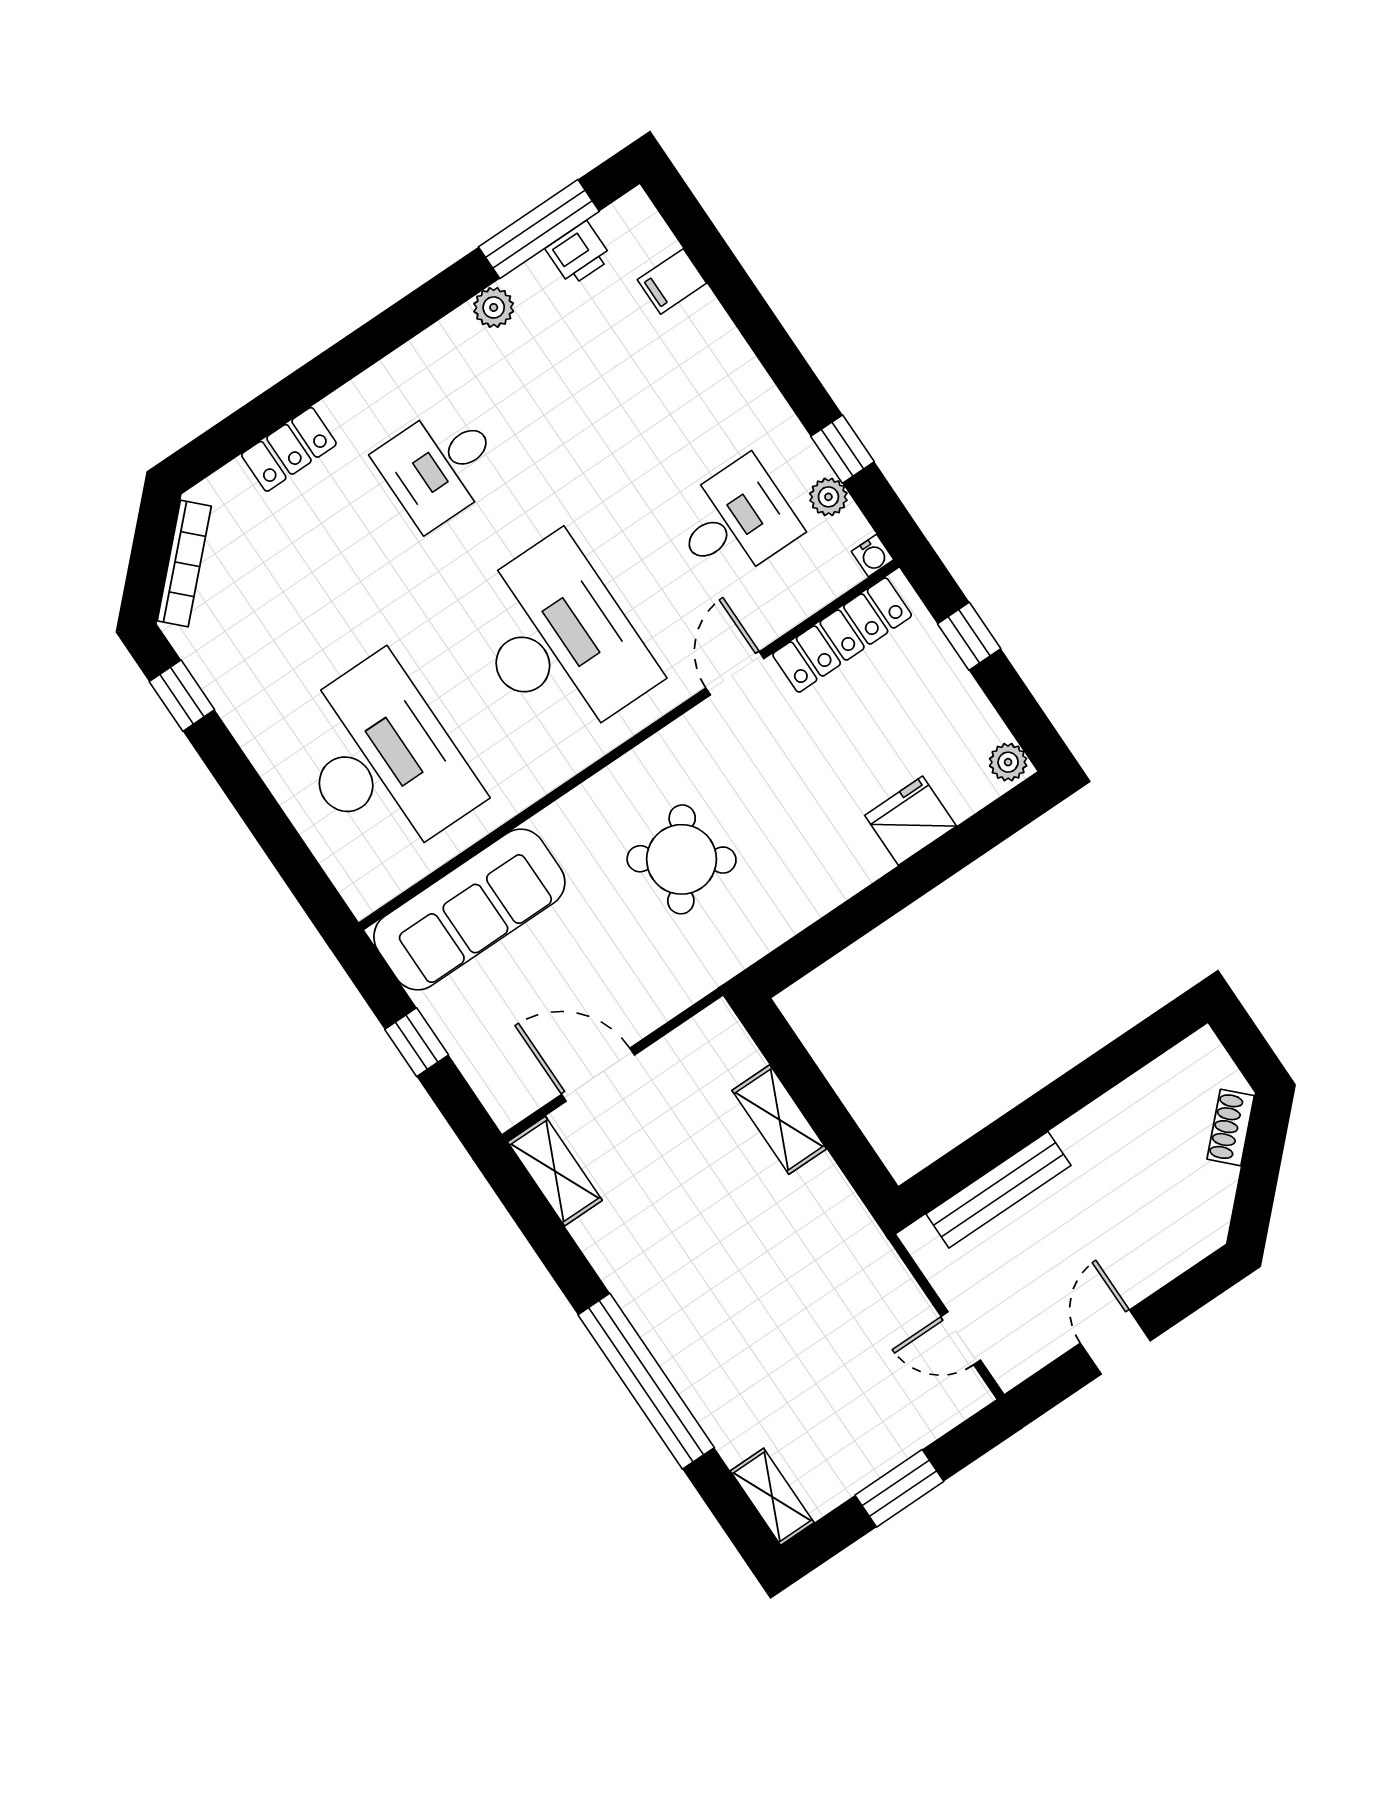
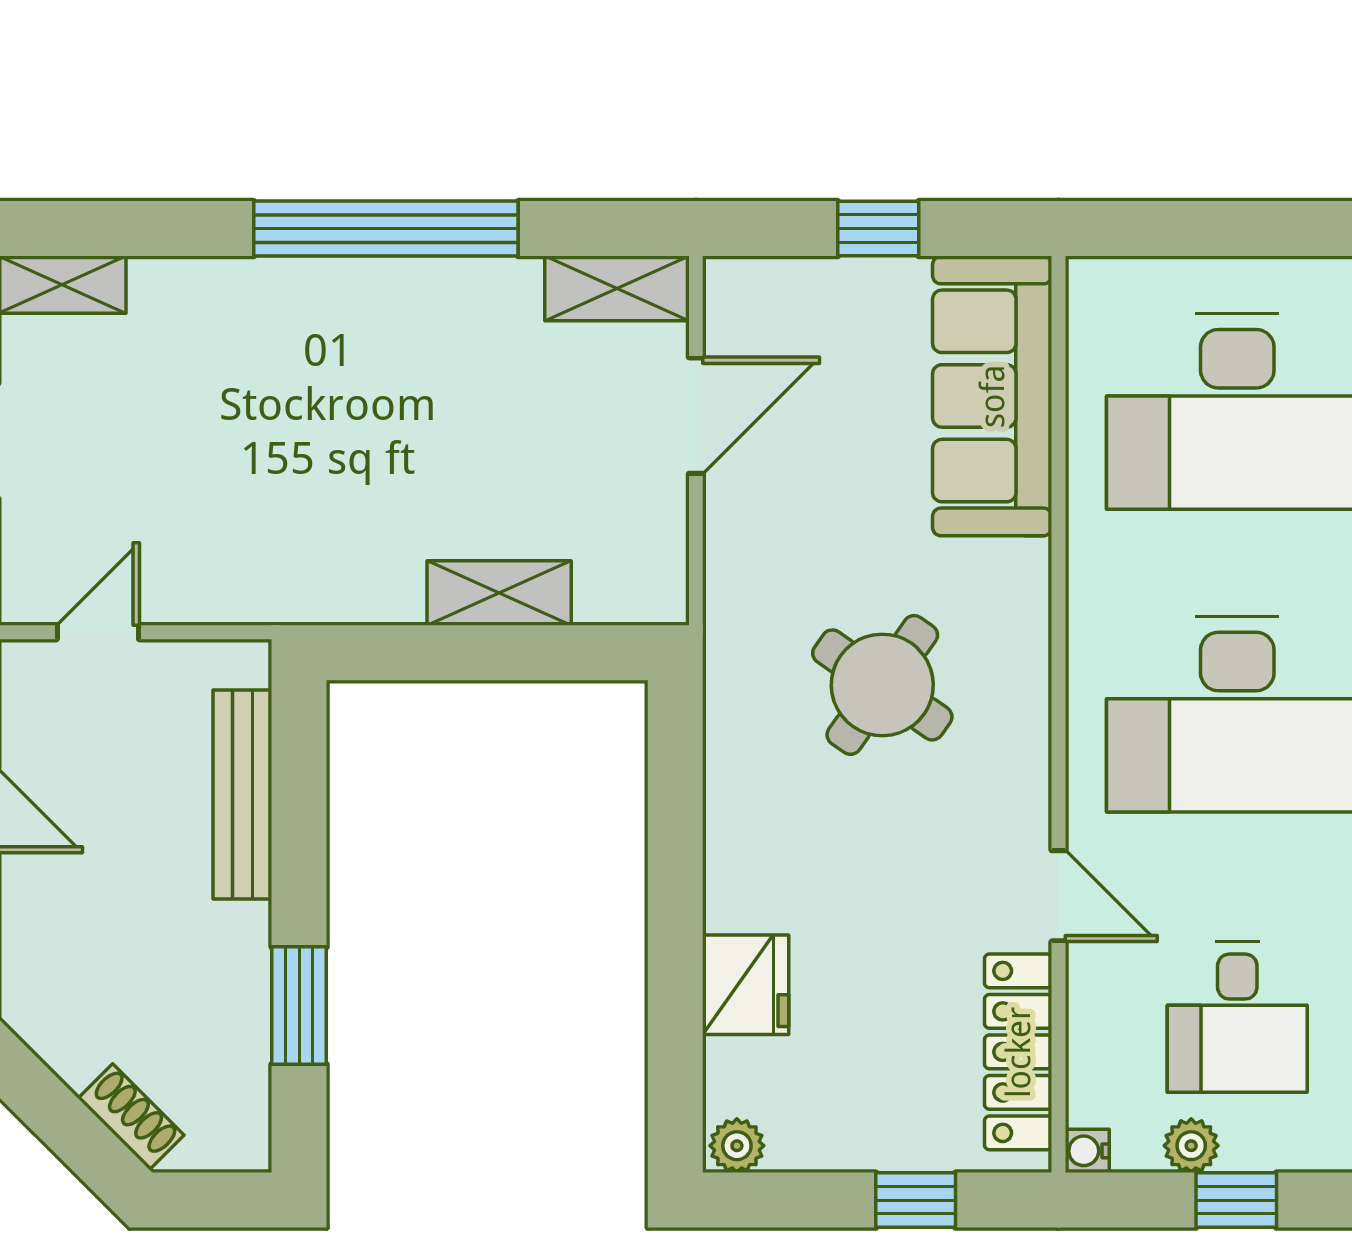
window: (1099, 1073) -> (299, 1006), added
window: (646, 1381) -> (386, 229), moved

